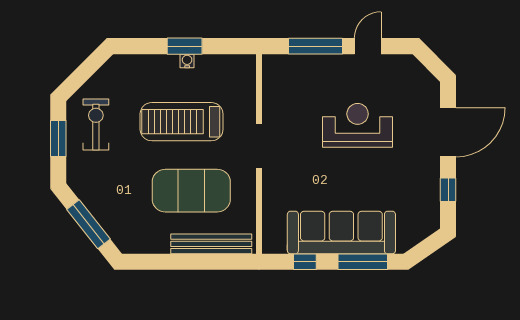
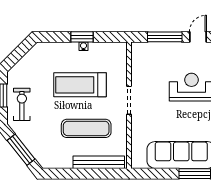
exercise bike: (96, 125) -> (22, 104), moved
exercise mat: (191, 191) -> (86, 128), width x0.68
window: (305, 262) -> (158, 174), removed

